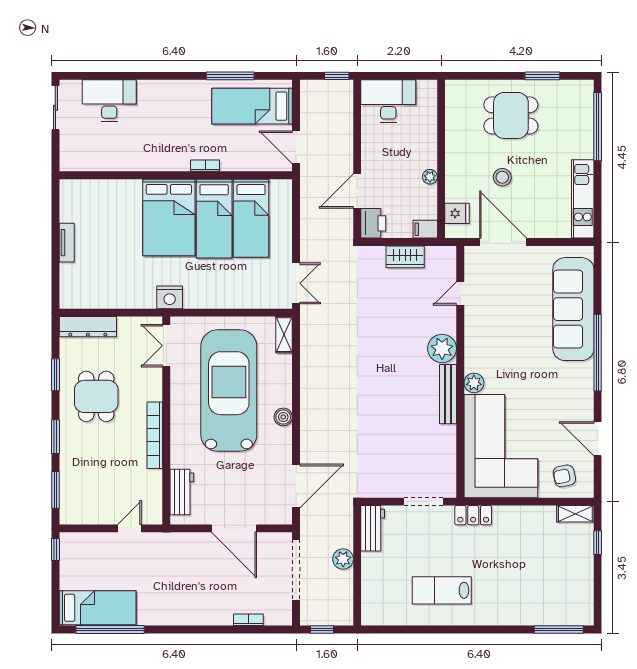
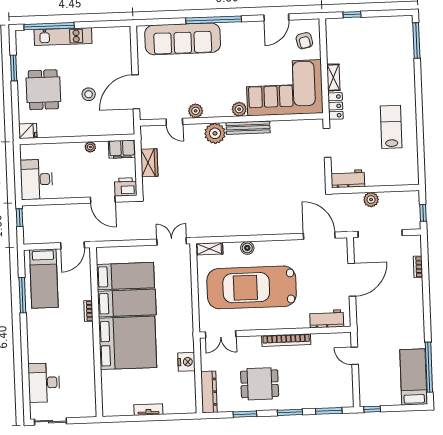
kitchen unit: (583, 199) -> (63, 37), moved
fridge: (457, 213) -> (28, 131), moved, turned 90
bed: (169, 217) -> (128, 343), width x1.36
filing cabinet: (425, 229) -> (122, 149), width x2.00
nightstand: (170, 297) -> (186, 362), moved
plant: (474, 323) -> (196, 111), added
boiler: (283, 417) -> (247, 248), moved
shelving: (575, 514) -> (333, 77), moved
lab bench: (442, 590) -> (391, 127), turned 180

